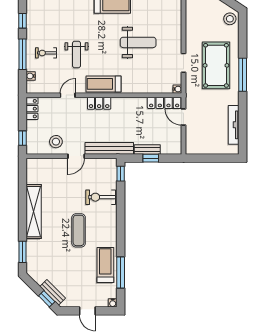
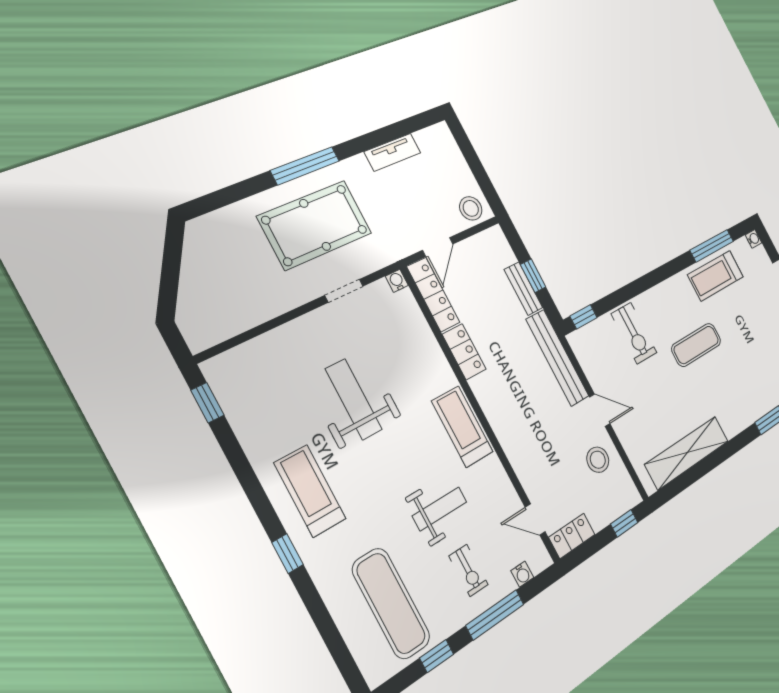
exercise mat: (53, 14) -> (391, 603), added
stool: (230, 19) -> (471, 208), moved
treadmill: (103, 84) -> (462, 427), turned 180
door: (68, 95) -> (535, 519), moved
locker: (99, 103) -> (464, 352), moved
tv unit: (234, 125) -> (393, 152), width x0.71
shelving: (34, 212) -> (687, 453), moved

